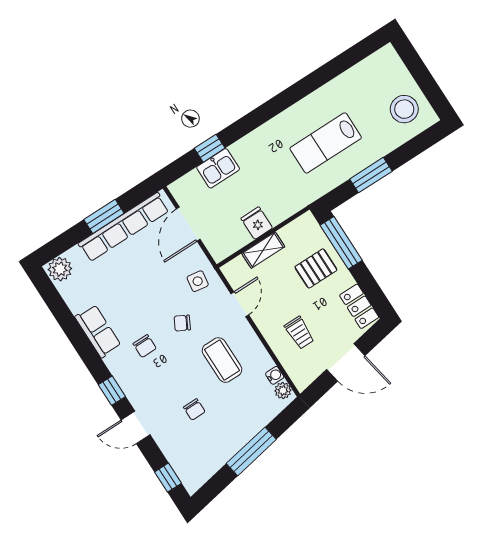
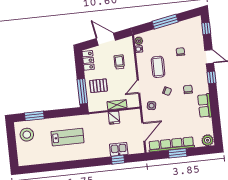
window: (371, 175) -> (34, 116), moved

